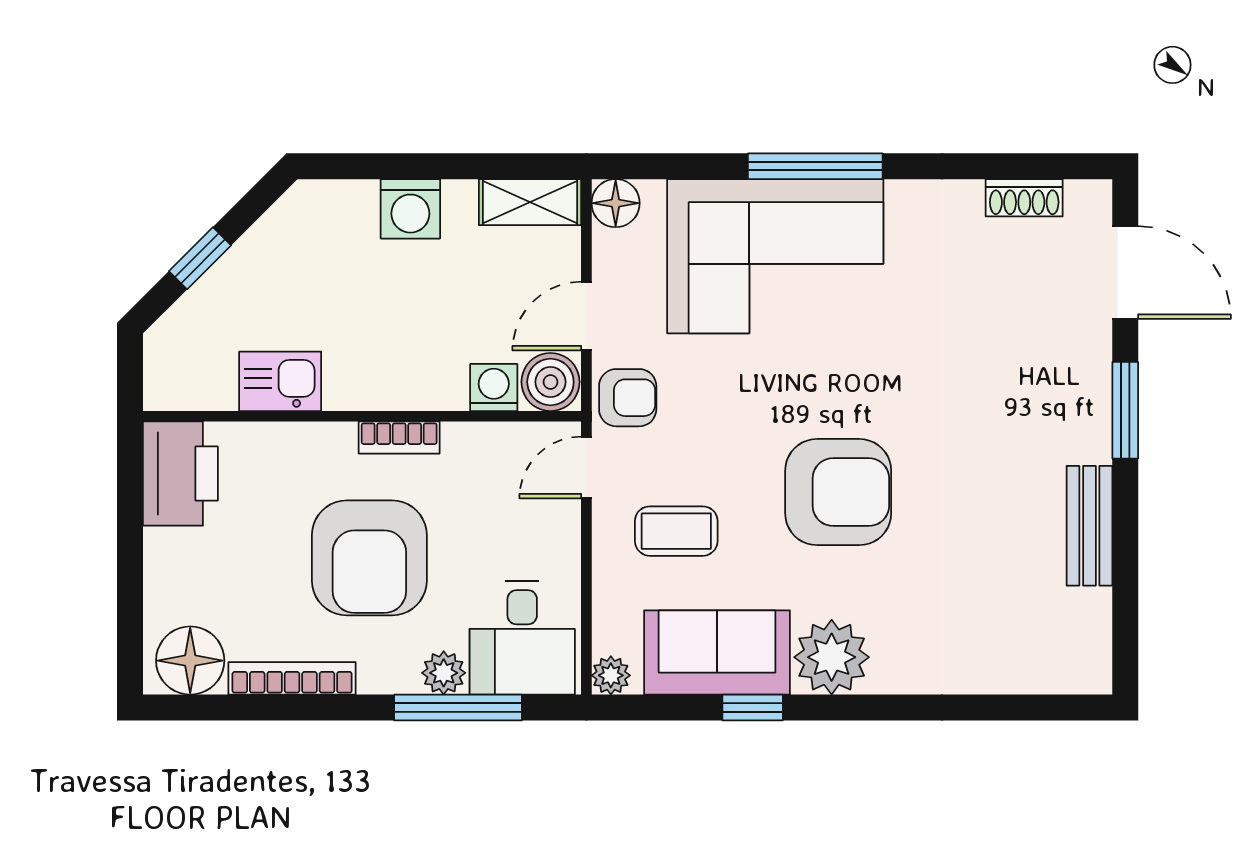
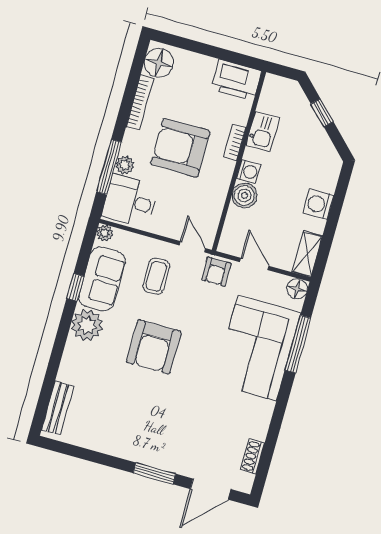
window: (815, 166) -> (298, 344), moved
boiler: (550, 382) -> (244, 195), moved
washing machine: (494, 388) -> (249, 172), moved
bookcase: (399, 438) -> (235, 142), moved
bench: (1089, 526) -> (57, 408), moved, turned 90

